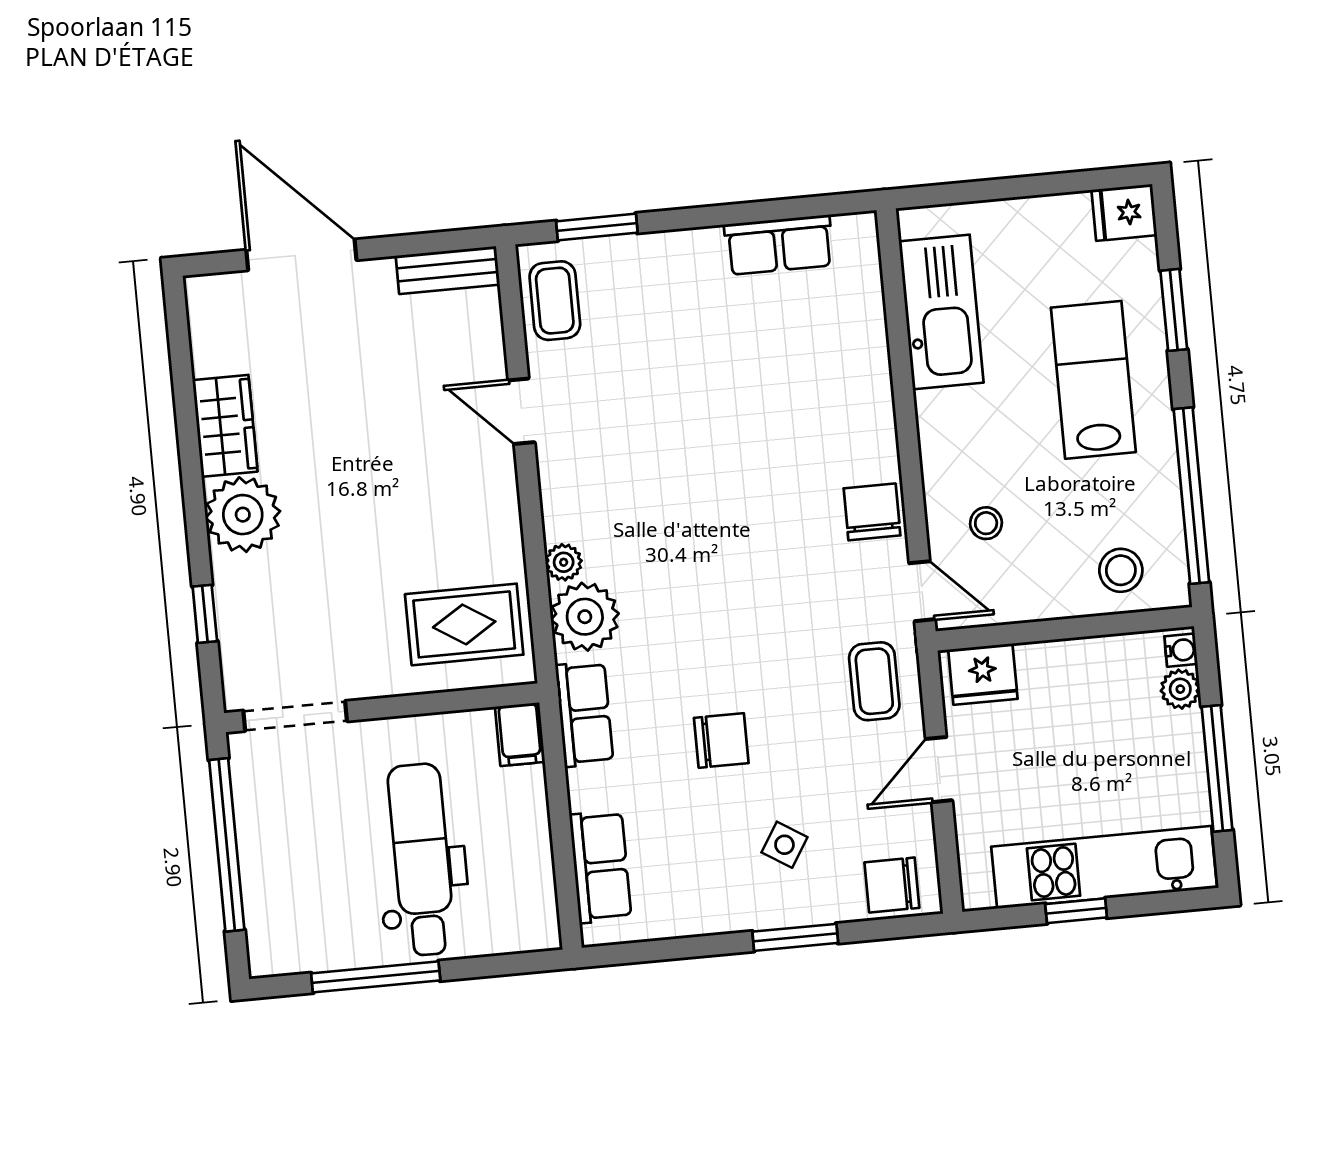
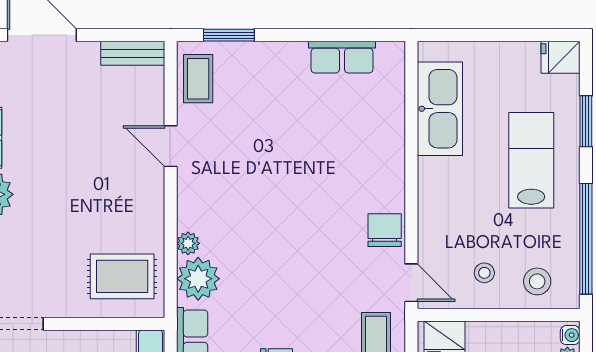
stool: (986, 523) -> (484, 273), moved

